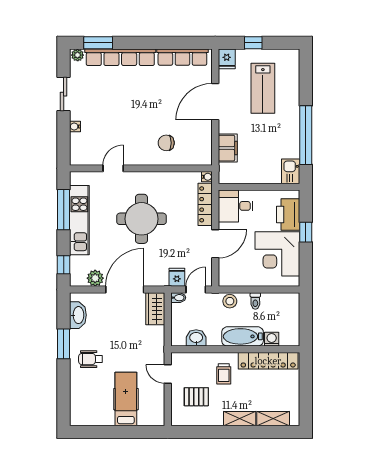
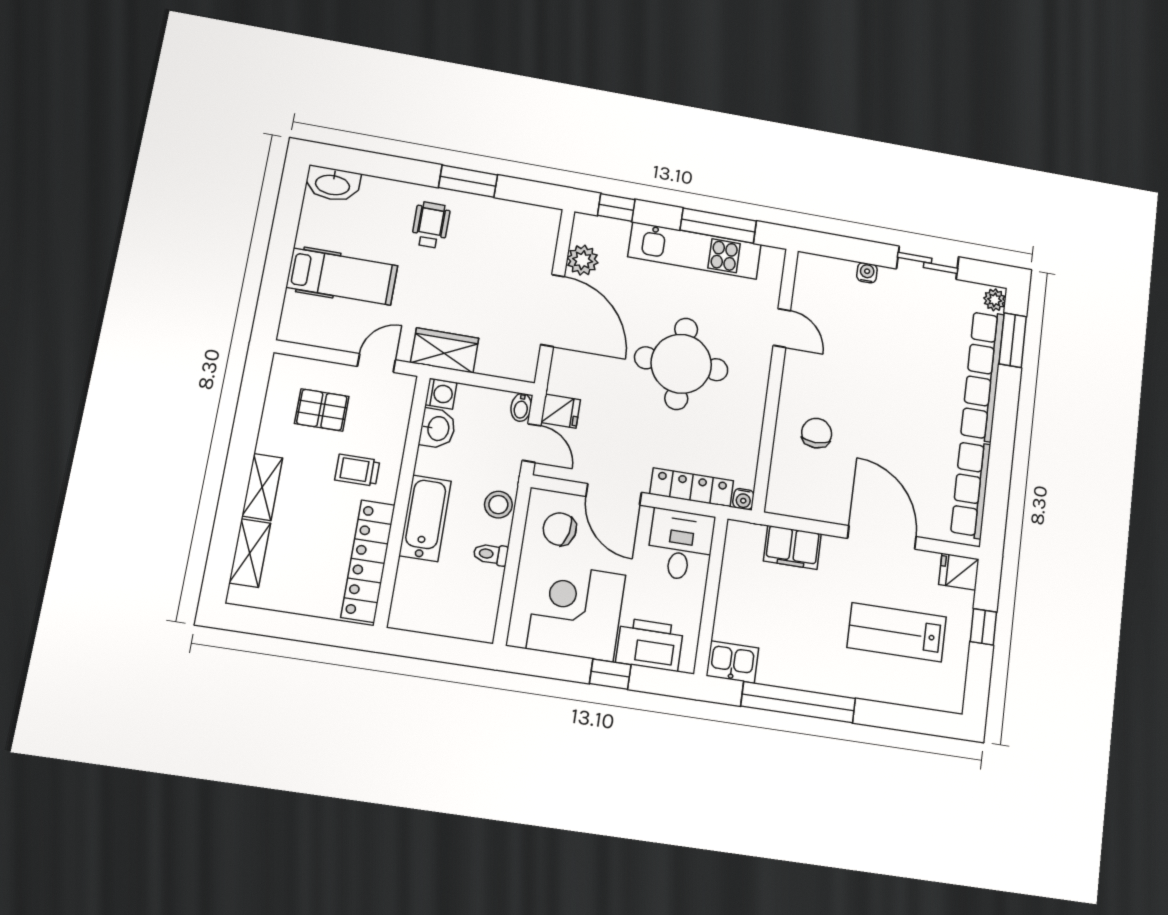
chair: (237, 268) -> (560, 529), added
wardrobe: (155, 309) -> (445, 350), moved
washbasin: (78, 315) -> (333, 184), moved
washing machine: (272, 339) -> (441, 394), moved
pallet: (196, 397) -> (322, 410), turned 90

